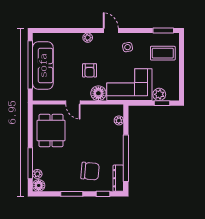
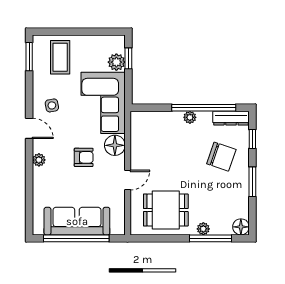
door: (111, 30) -> (29, 128), swing flipped
plant: (119, 120) -> (190, 117), moved
chair: (90, 171) -> (221, 157), turned 104
plant: (37, 174) -> (203, 229), moved

